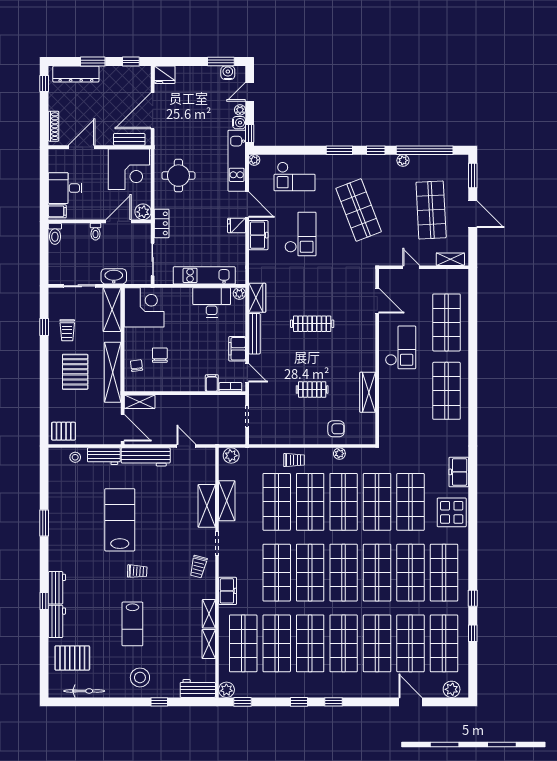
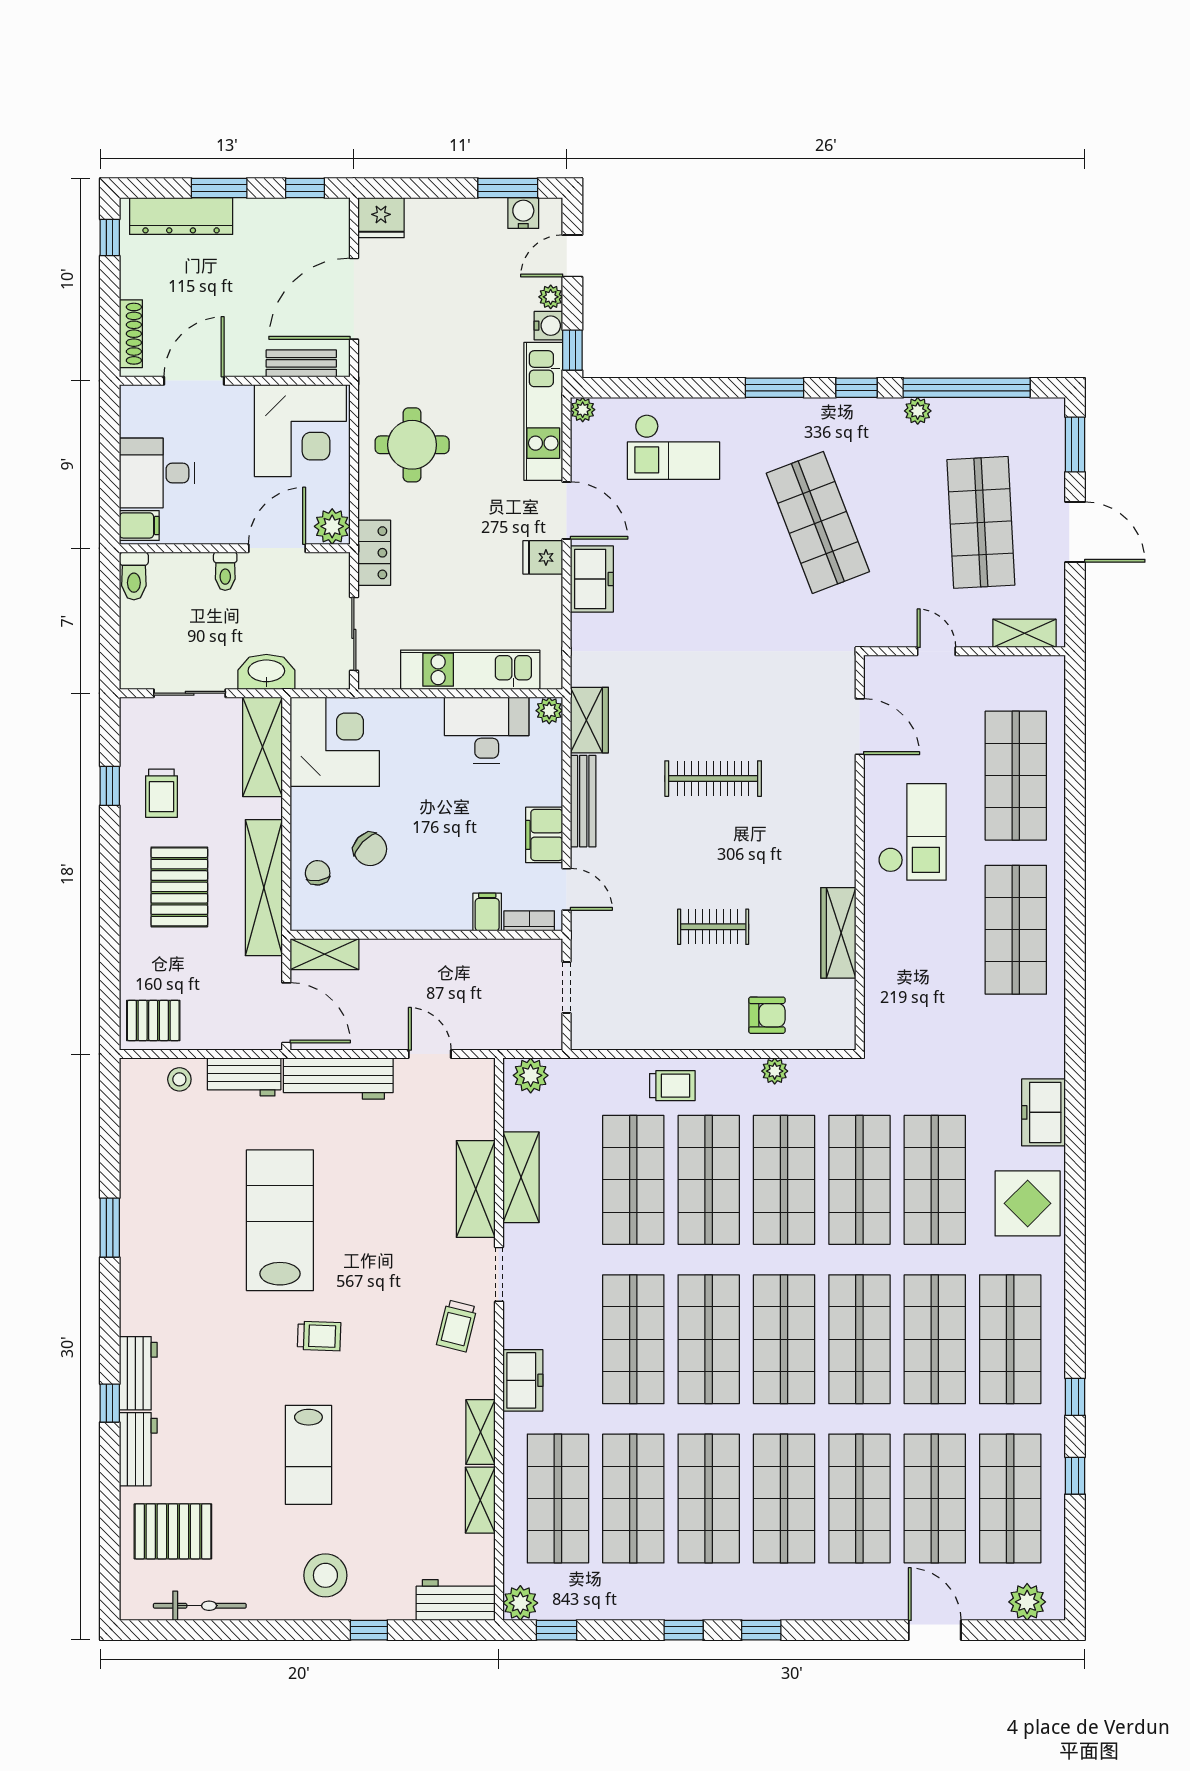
checkout: (300, 234) -> (687, 576), removed
chair: (160, 355) -> (370, 849), turned 134

